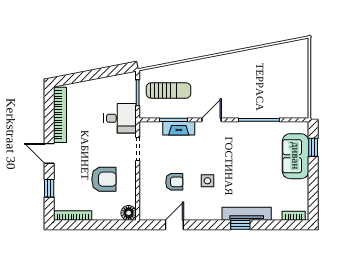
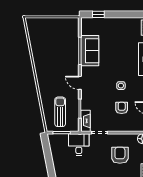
fireplace: (179, 128) -> (86, 121), moved
sofa: (296, 156) -> (90, 51), moved, turned -90

